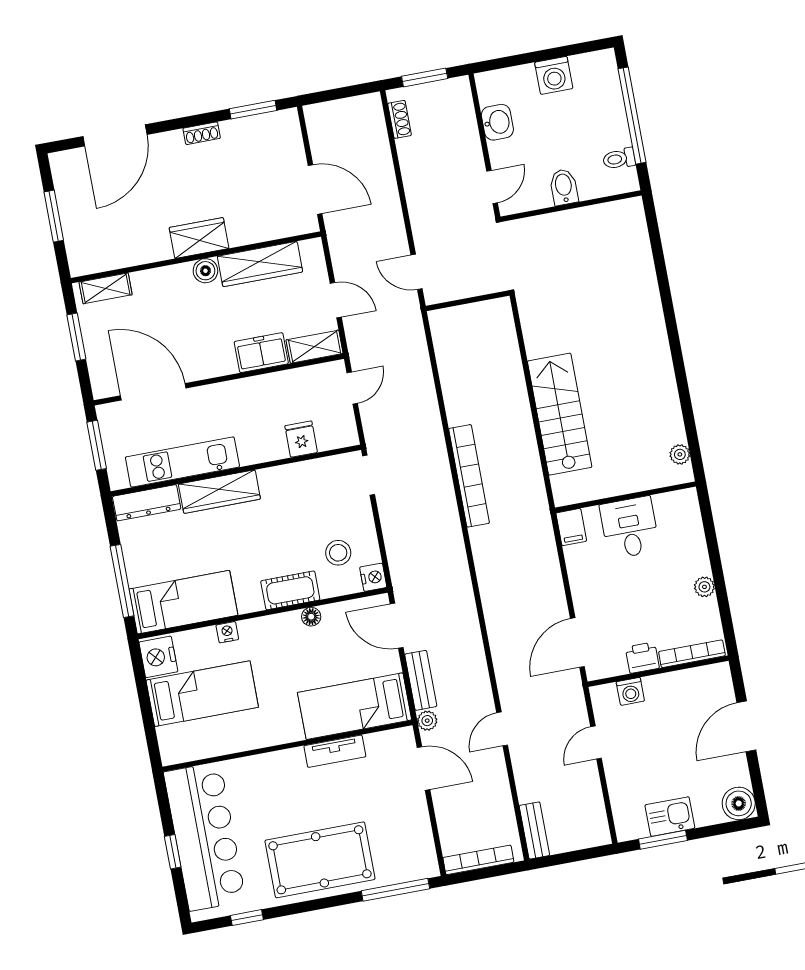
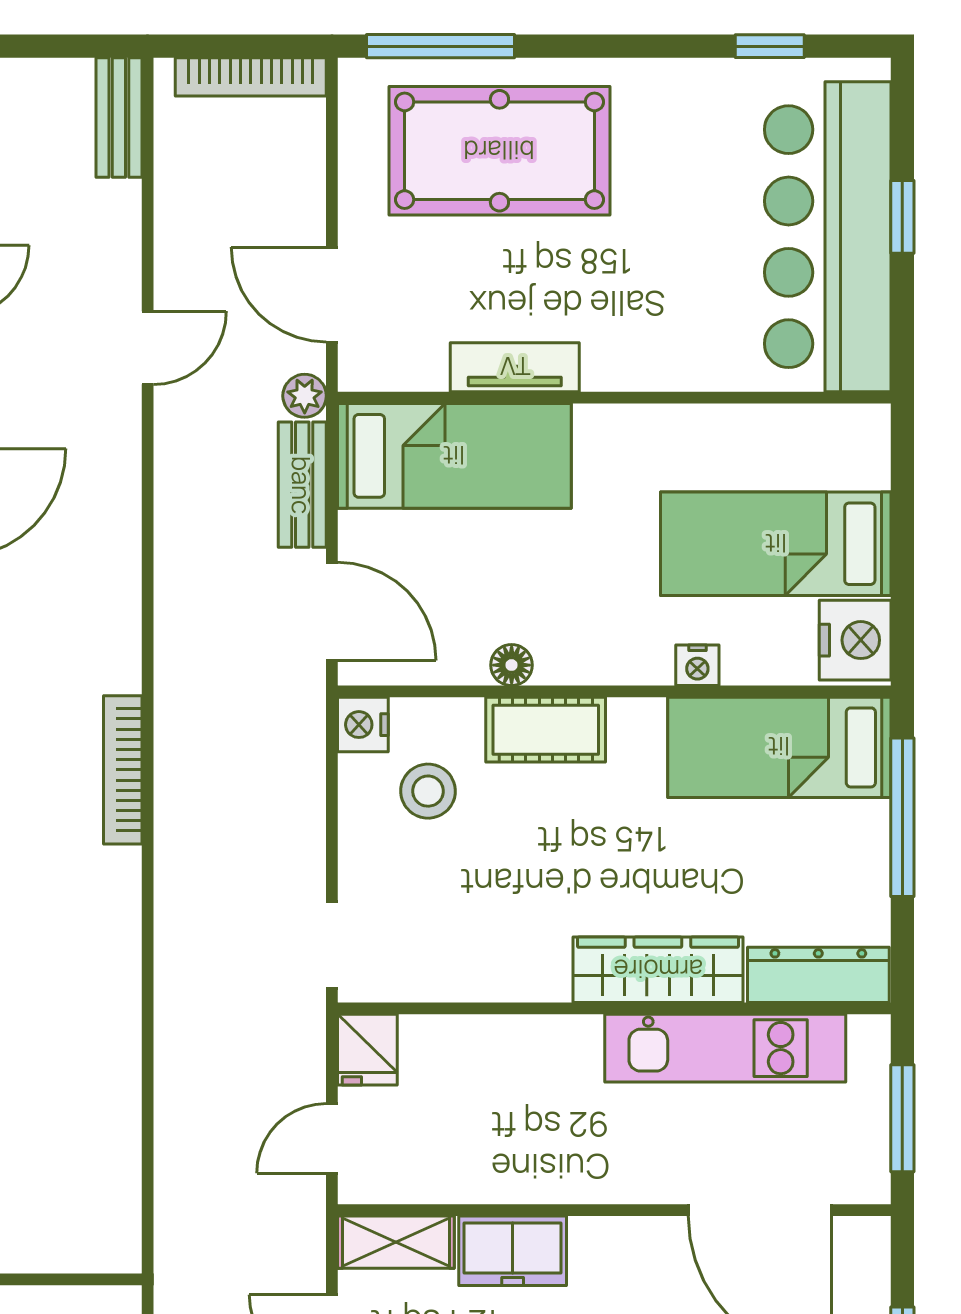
fridge: (301, 439) -> (367, 1050), moved
bookcase: (469, 476) -> (123, 770), moved, width x0.68, depth x0.76
pool table: (320, 860) -> (499, 151), moved

